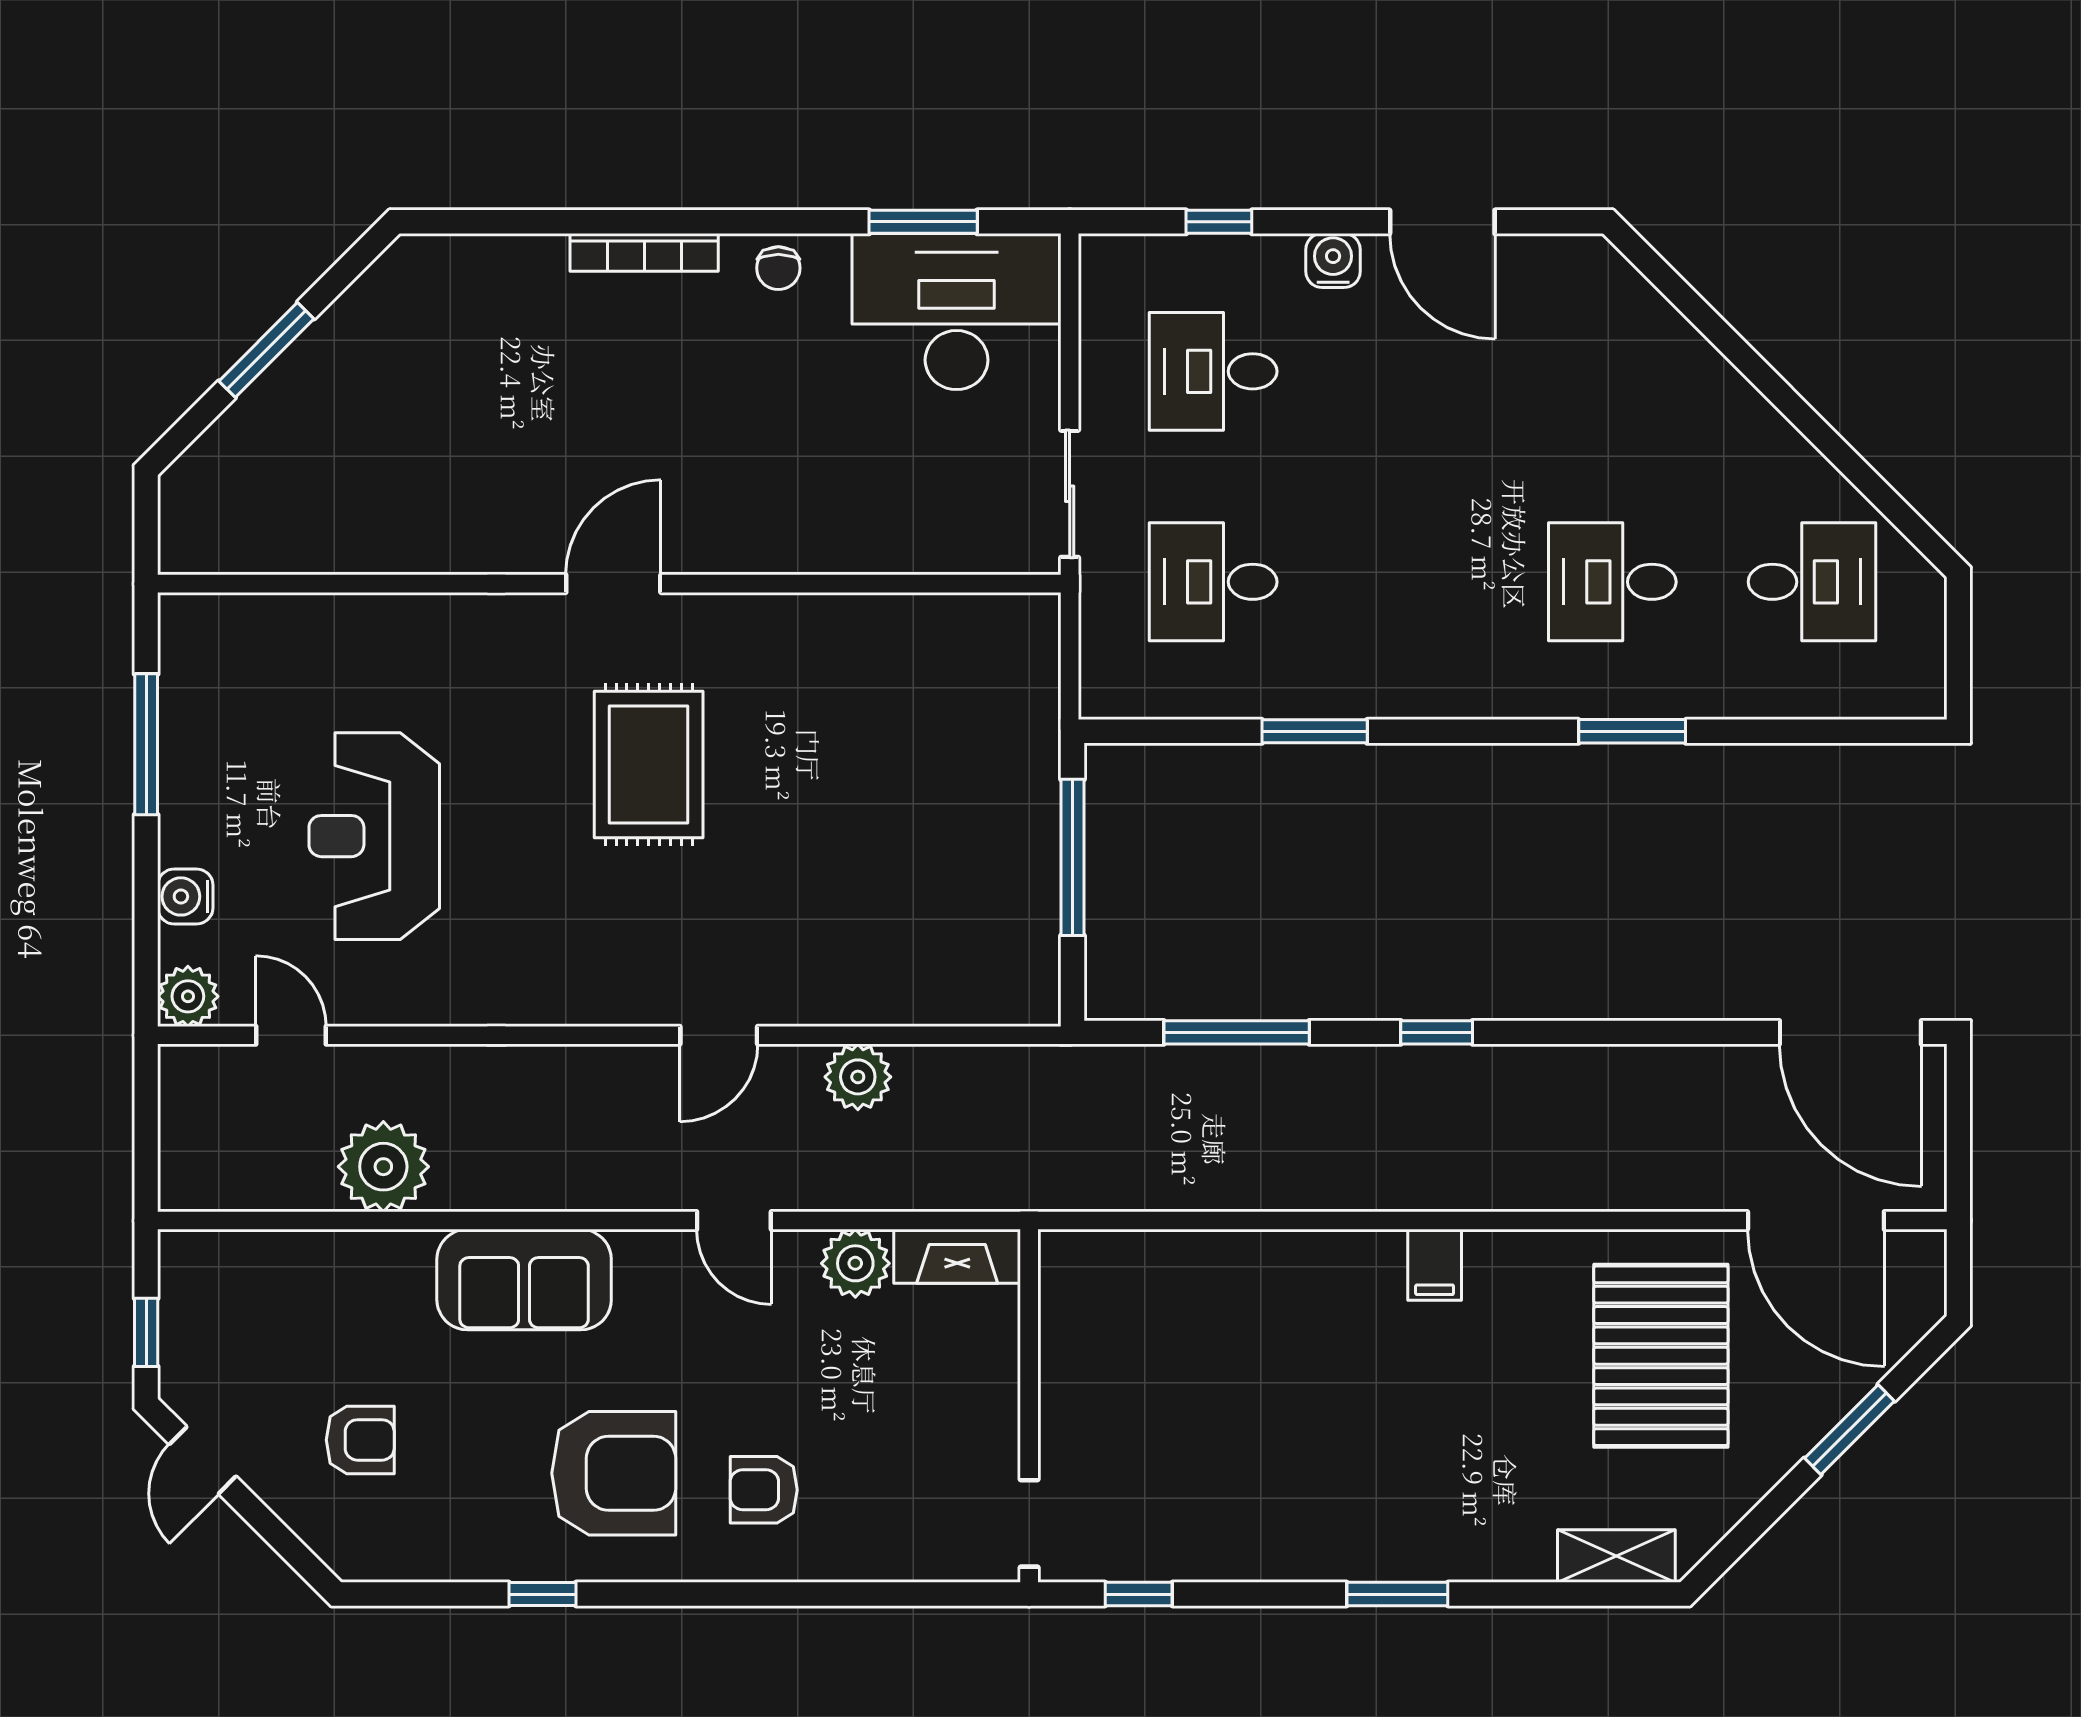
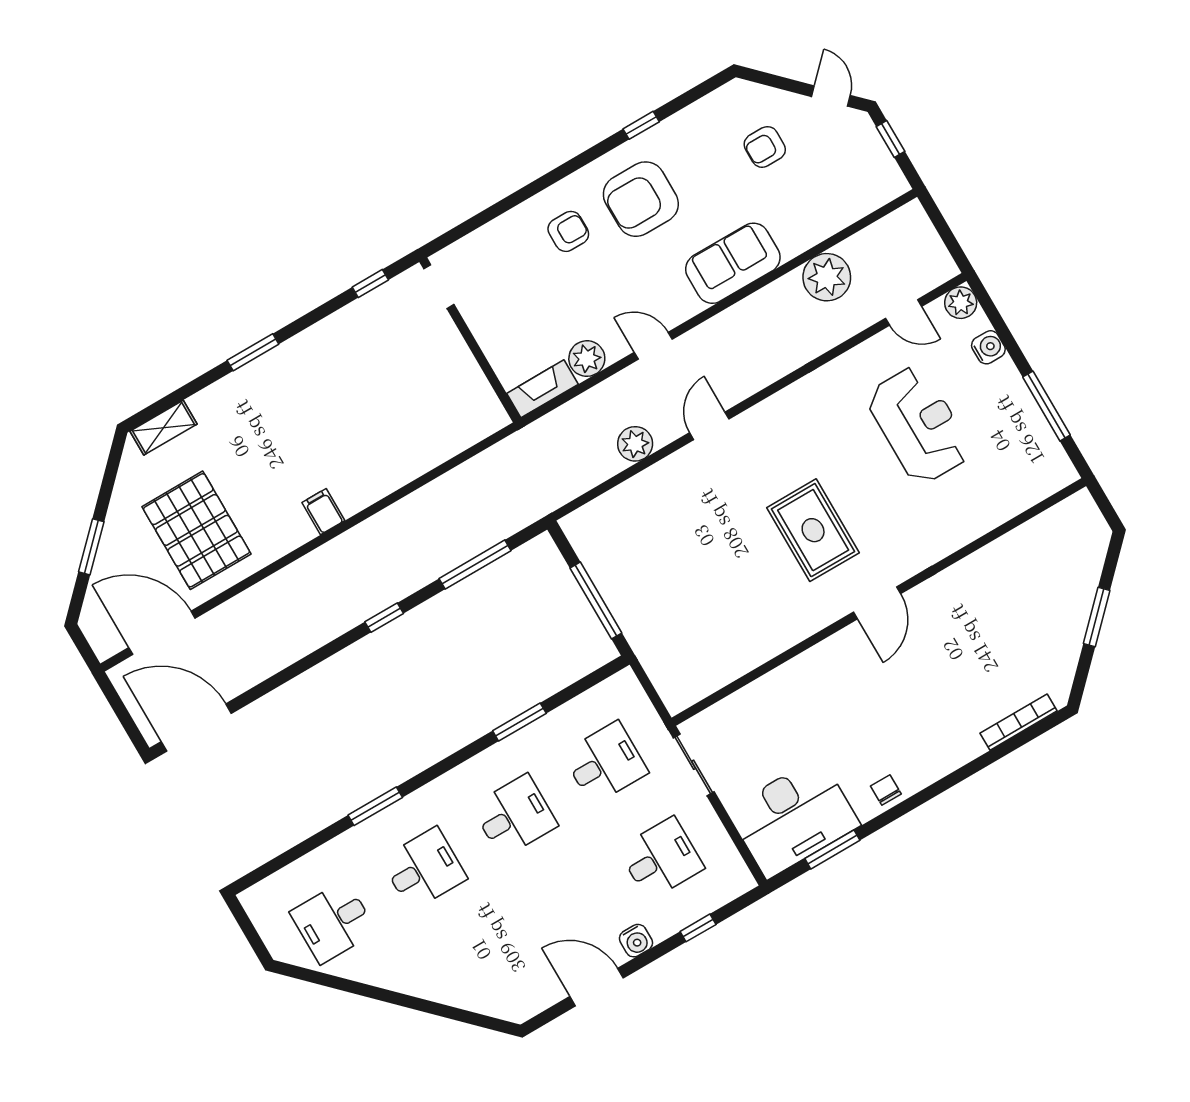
bookcase: (644, 252) -> (1019, 722), moved
desk: (1413, 582) -> (515, 816), added

